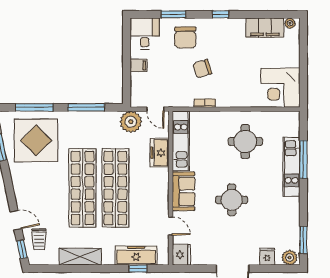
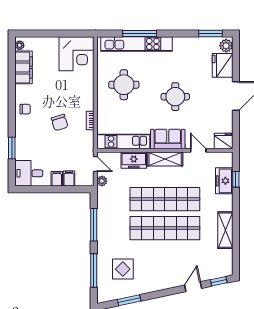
window: (220, 14) -> (12, 107), removed
chair: (185, 38) -> (25, 109), moved, width x0.54, depth x0.54
filing cabinet: (139, 79) -> (69, 179), added
door: (155, 109) -> (95, 164), hinge flipped
plant: (131, 122) -> (102, 181), width x0.53, depth x0.53
display table: (36, 140) -> (123, 269), width x0.54, depth x0.54
kitchen unit: (291, 167) -> (136, 44), width x1.36
shelving: (161, 188) -> (165, 159), added
door: (171, 226) -> (198, 150), hinge flipped
trolley: (39, 239) -> (210, 266), removed
freezer: (136, 255) -> (224, 181), width x0.71
fridge: (267, 256) -> (223, 65), width x1.88, depth x1.34

